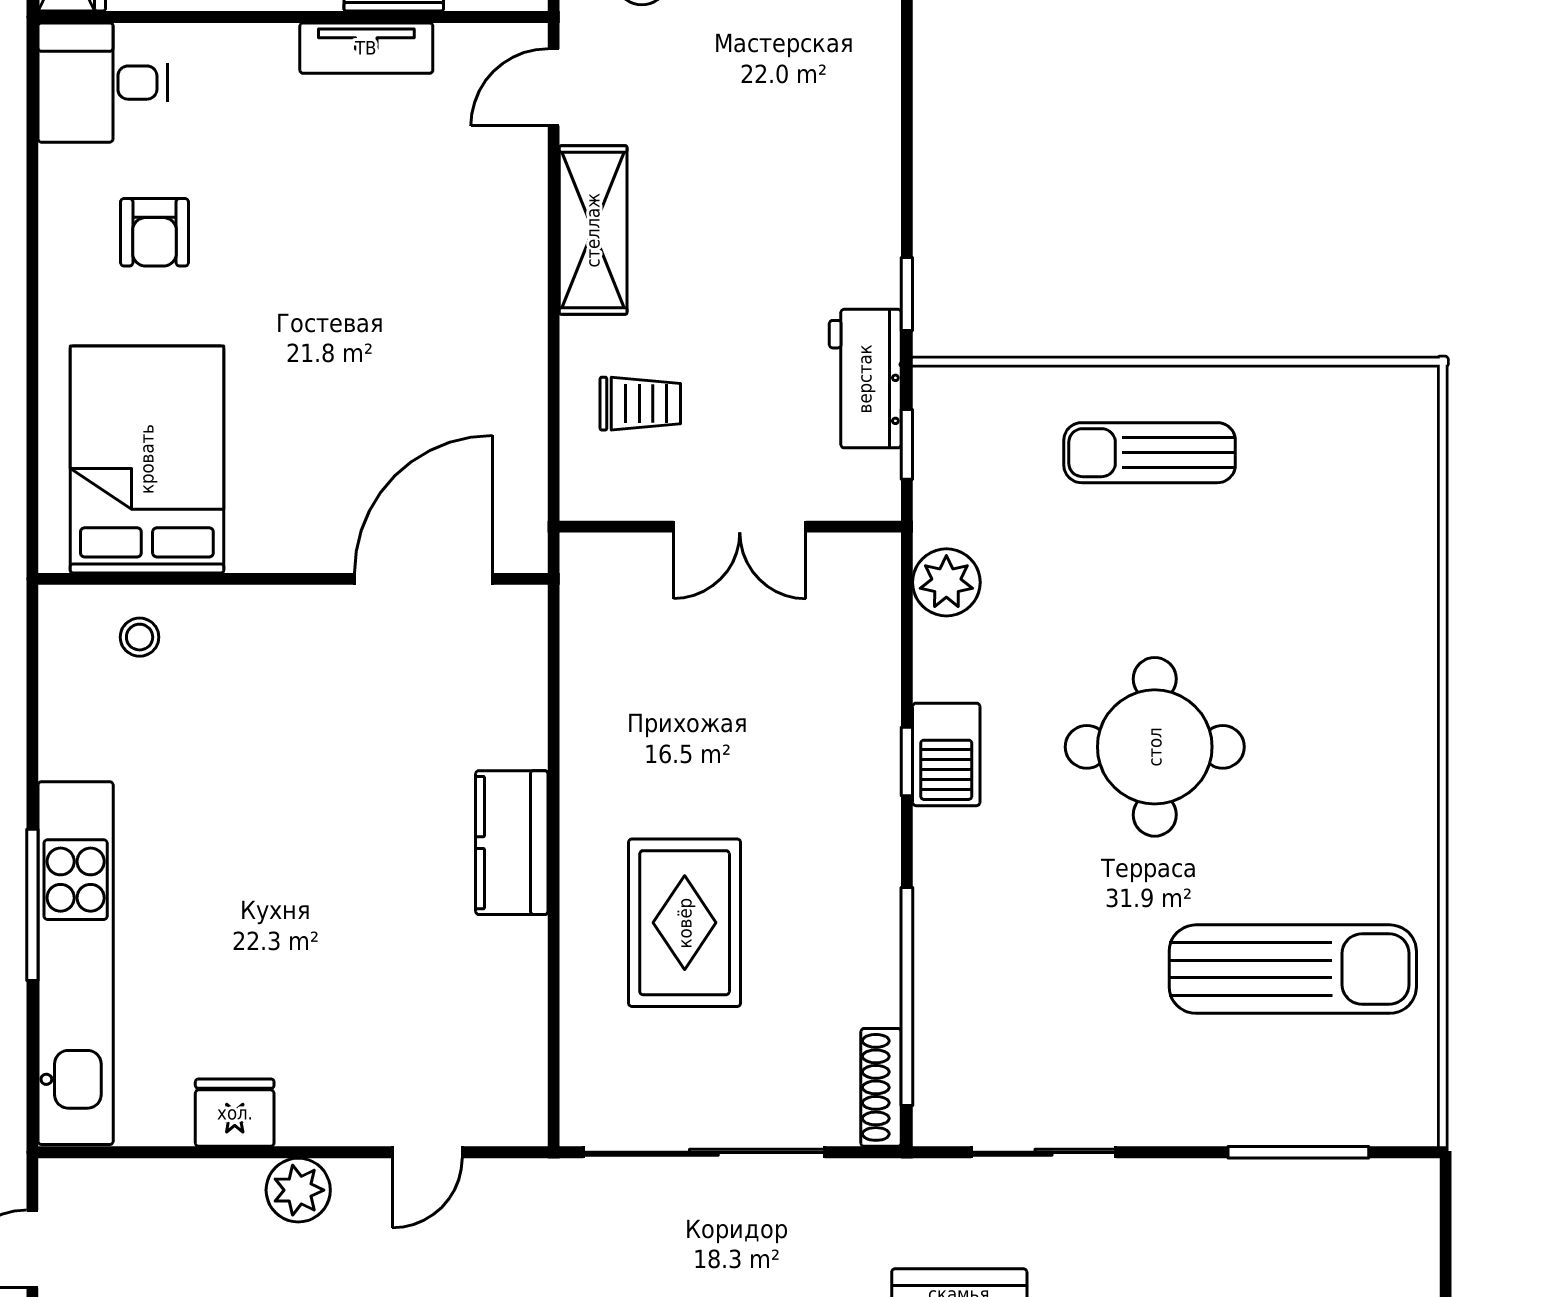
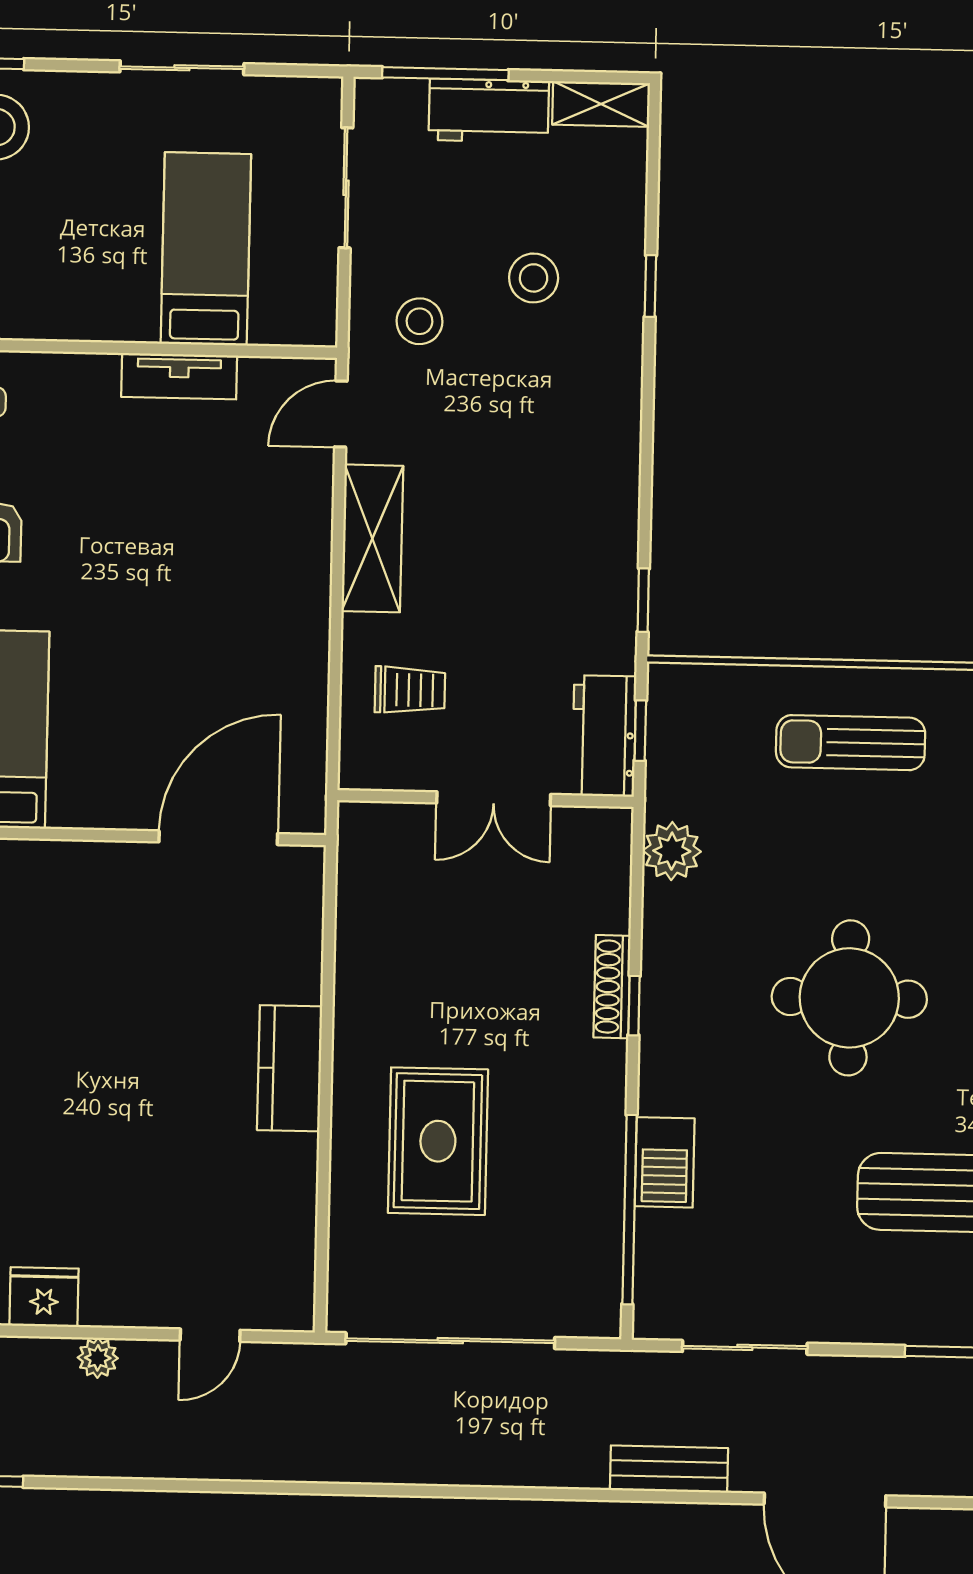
workbench: (865, 379) -> (604, 736), moved
barbecue: (946, 754) -> (665, 1162), moved
shoe rack: (881, 1087) -> (612, 987), moved
plant: (298, 1190) -> (98, 1358), width x0.73, depth x0.73

